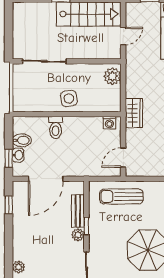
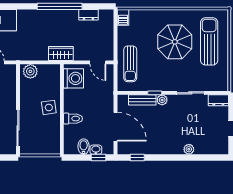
washing machine: (109, 123) -> (73, 78), width x1.89, depth x1.89

